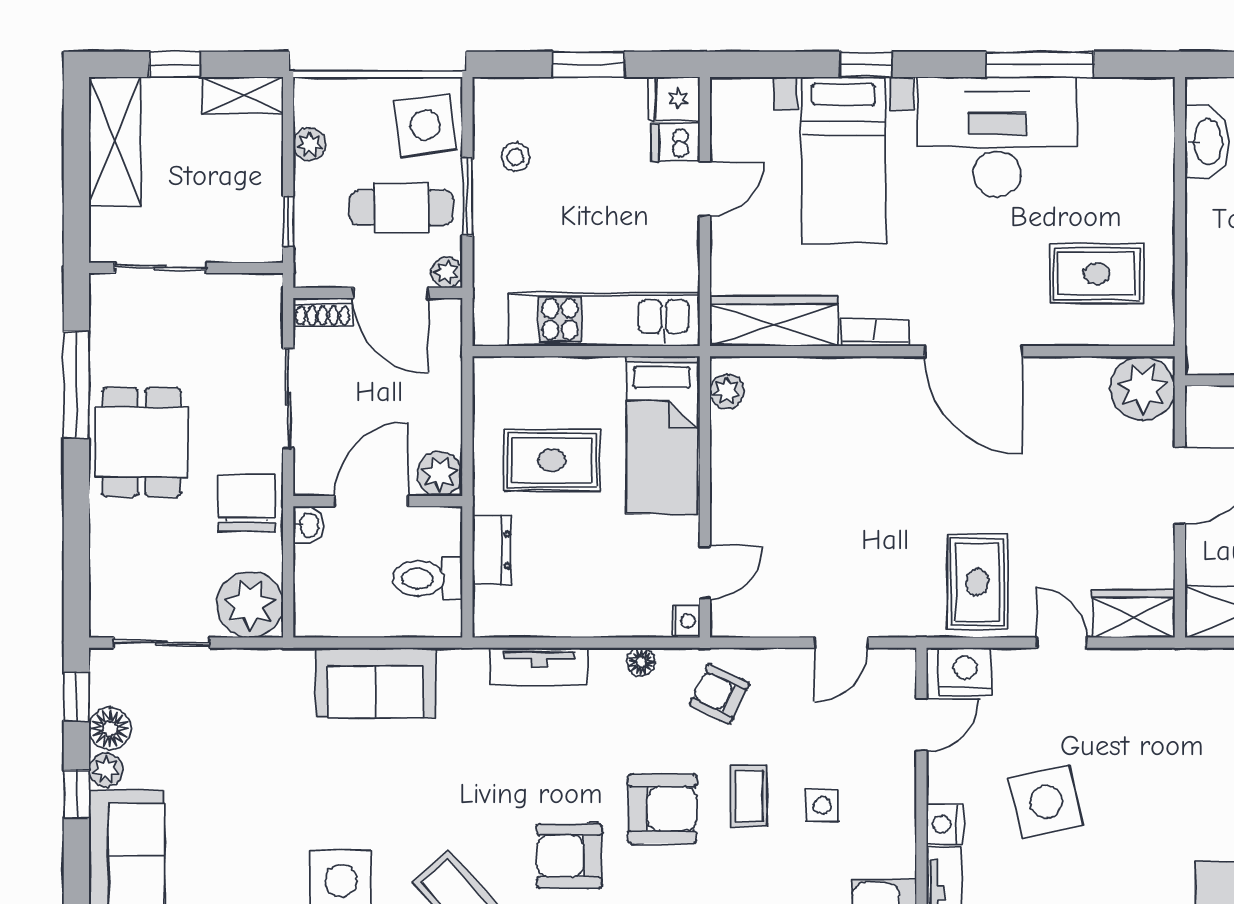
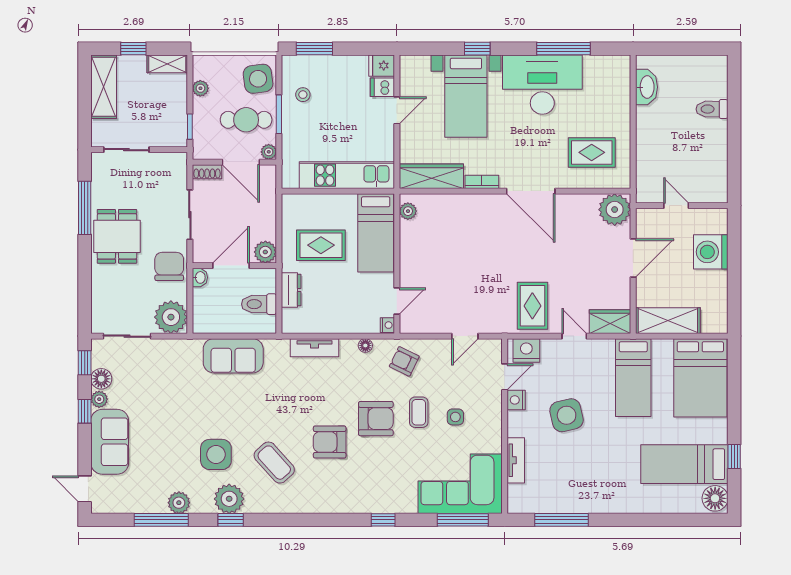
window: (589, 64) -> (314, 49), moved
bed: (1180, 726) -> (633, 378), added
nightstand: (945, 824) -> (516, 400), moved

